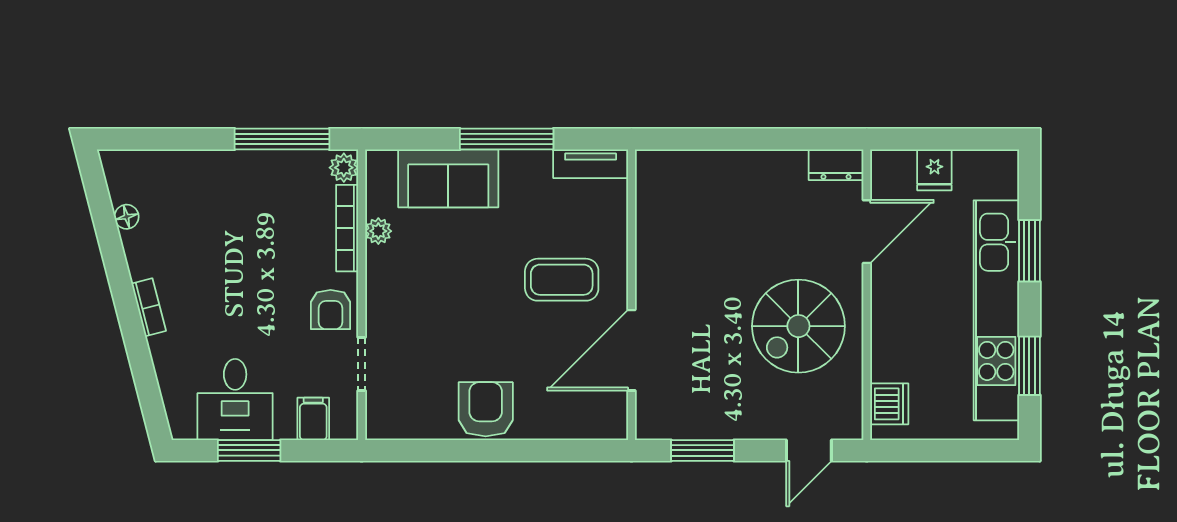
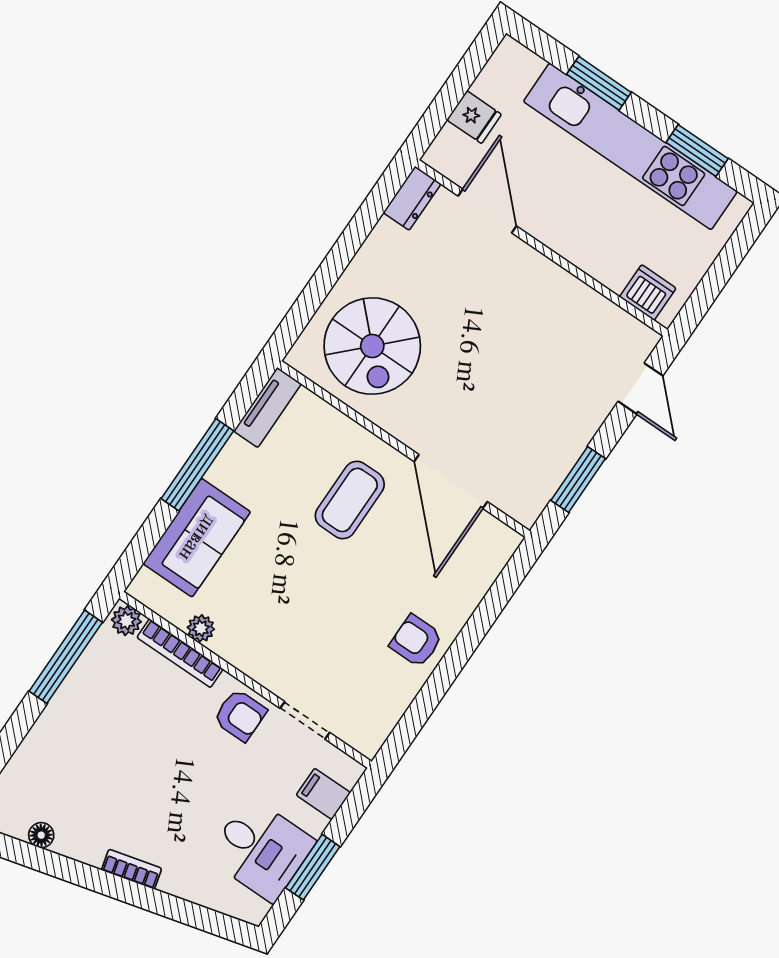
spiral stairs: (798, 326) -> (372, 346), moved
armchair: (486, 409) -> (416, 641), width x0.72, depth x0.72

